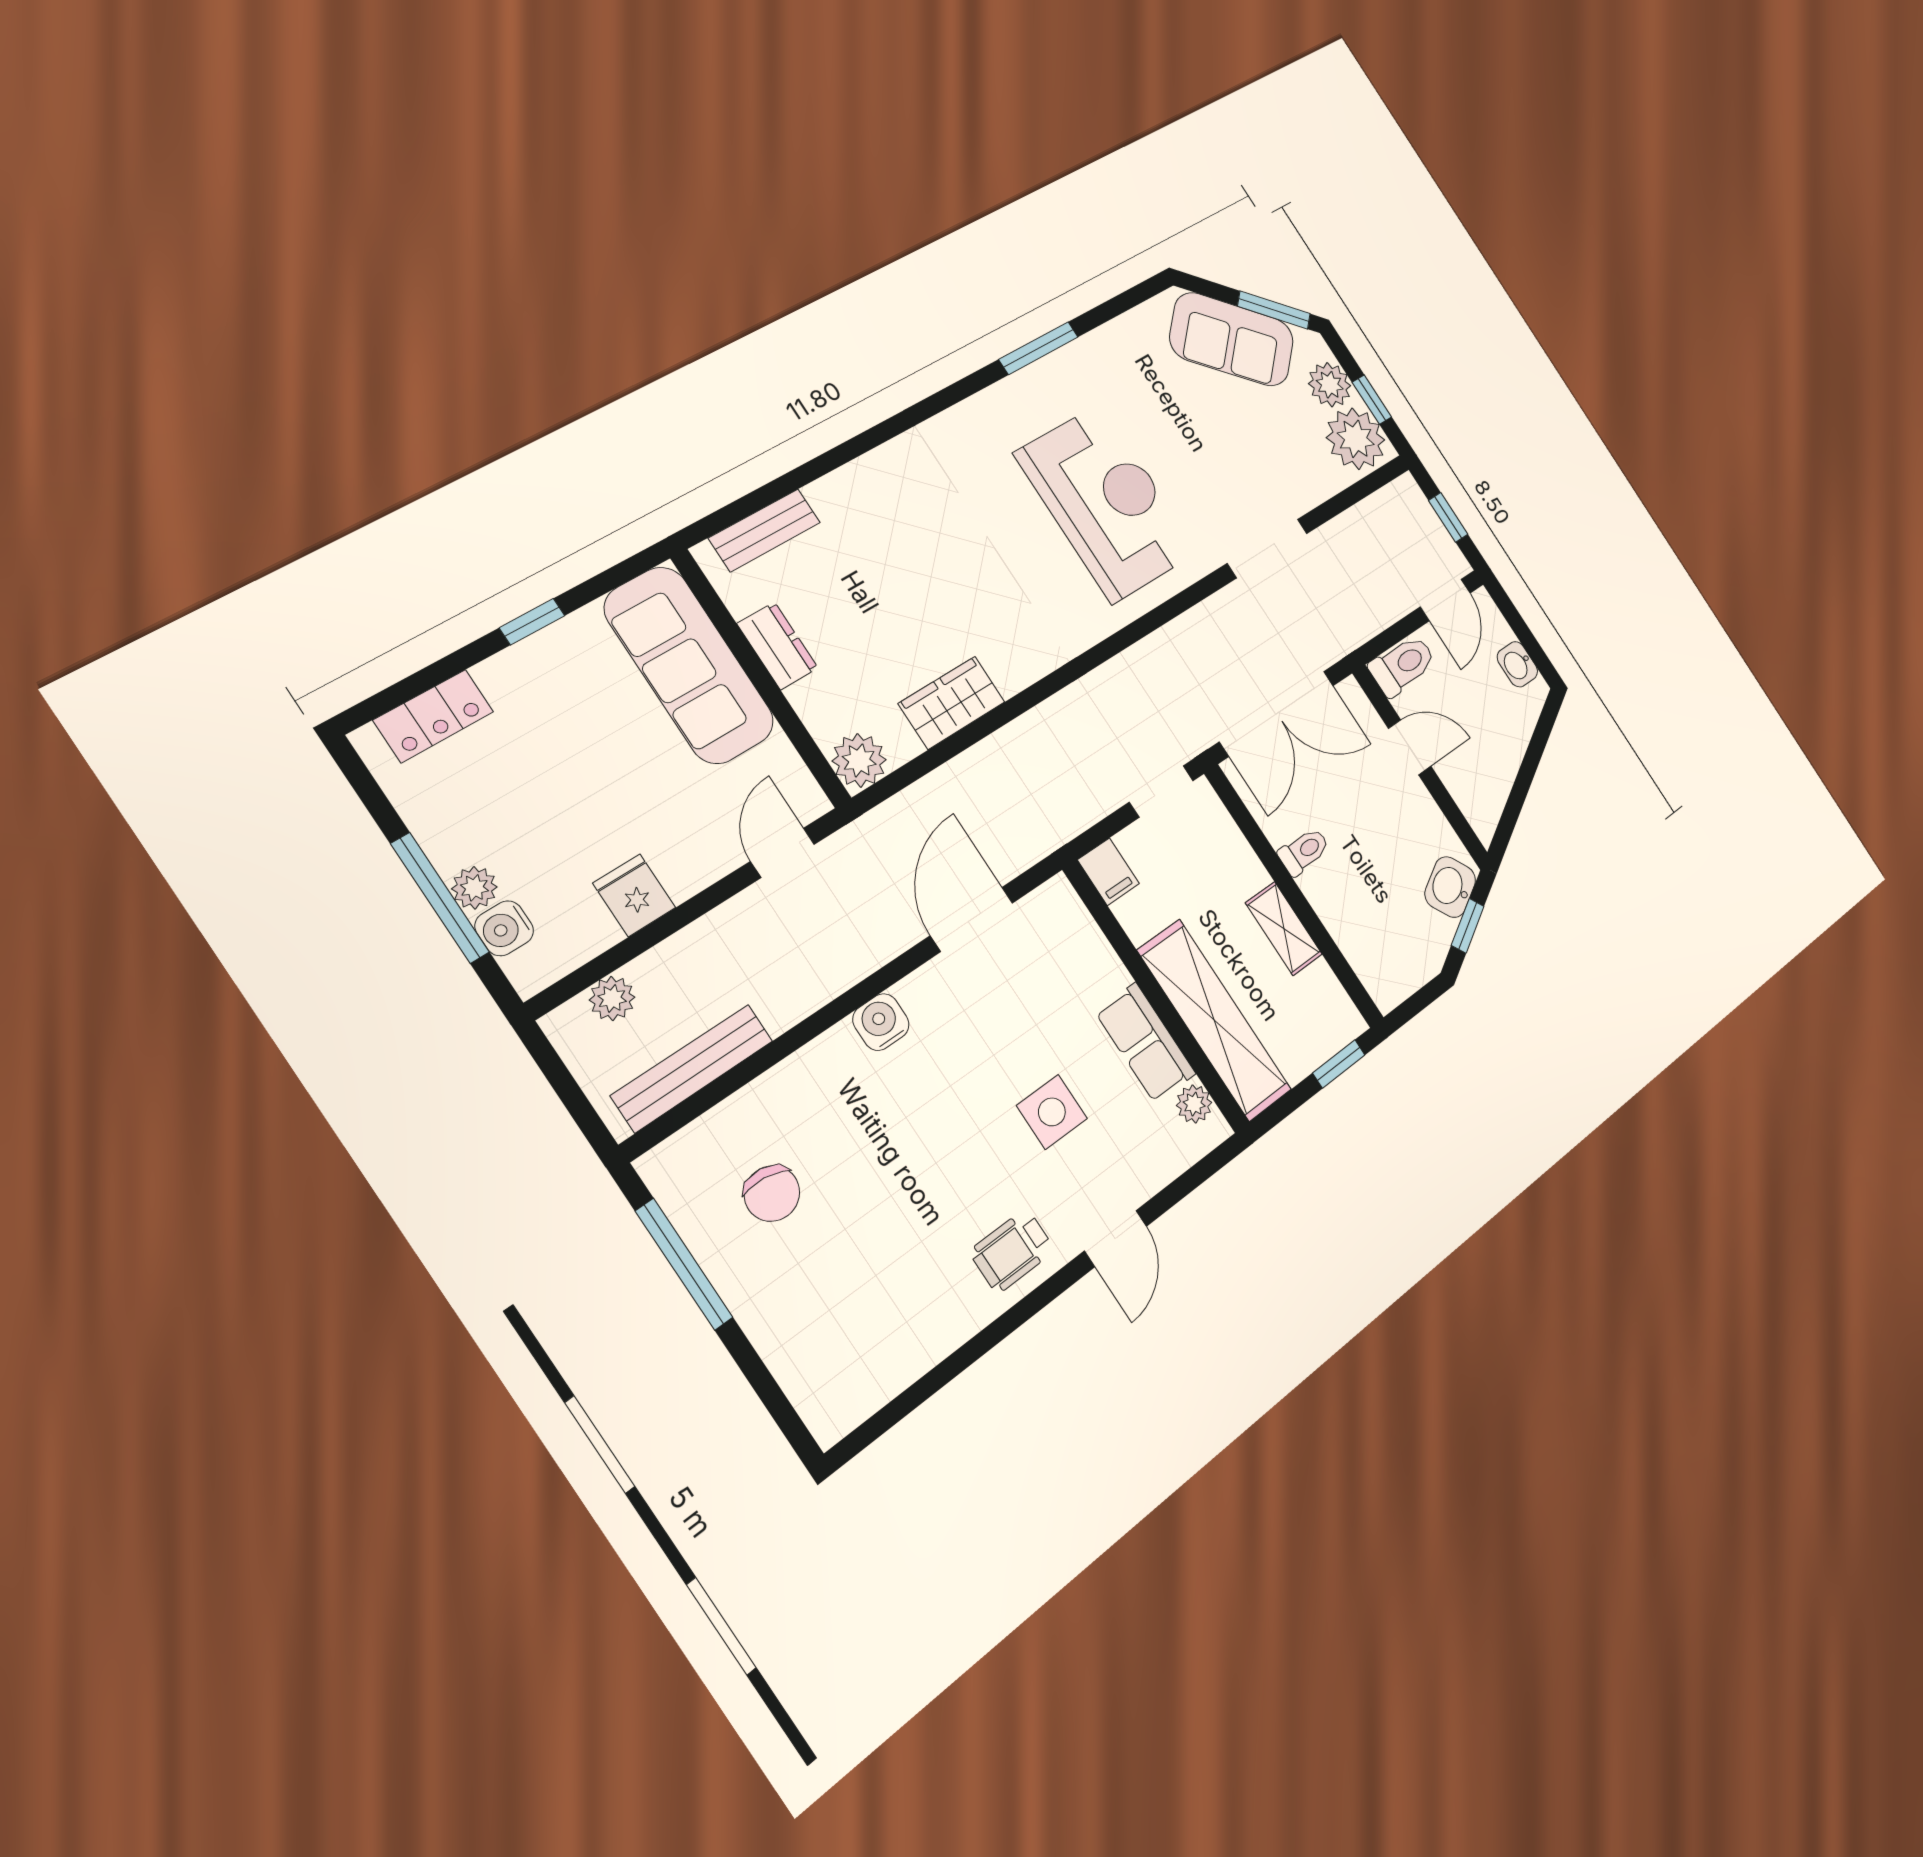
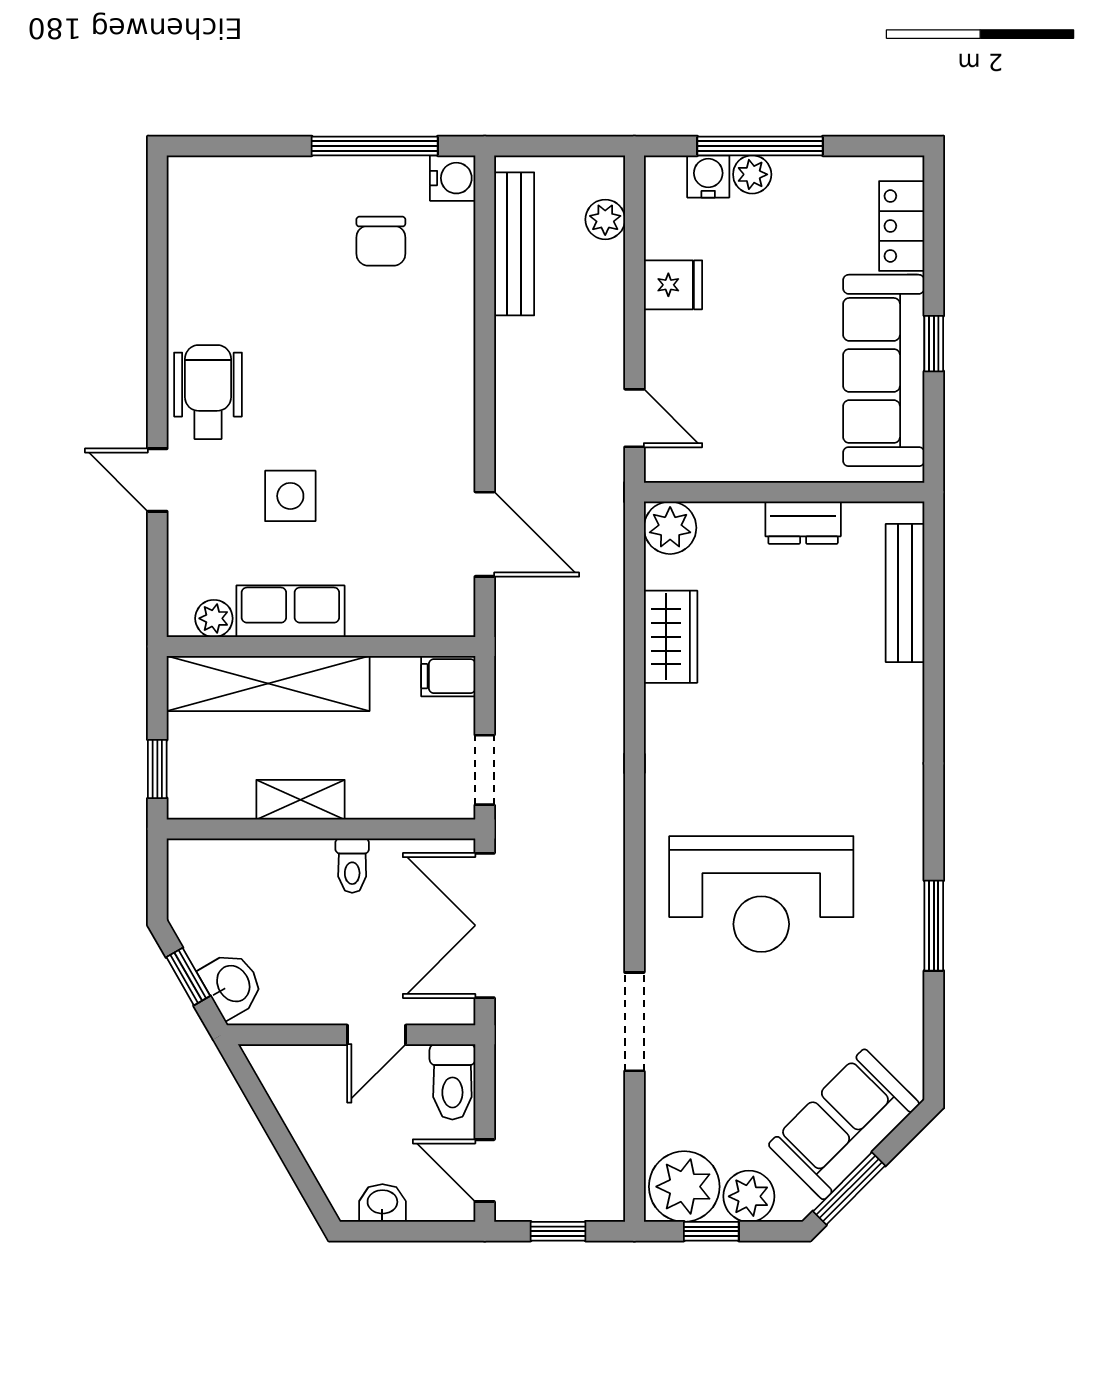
bench: (765, 530) -> (905, 593), width x1.36
sofa: (689, 665) -> (884, 370), moved, turned -90
water cooler: (881, 1022) -> (453, 178), moved
chair: (772, 1193) -> (381, 241), turned -97
wheelchair: (1012, 1251) -> (208, 392), width x1.36, depth x1.37

